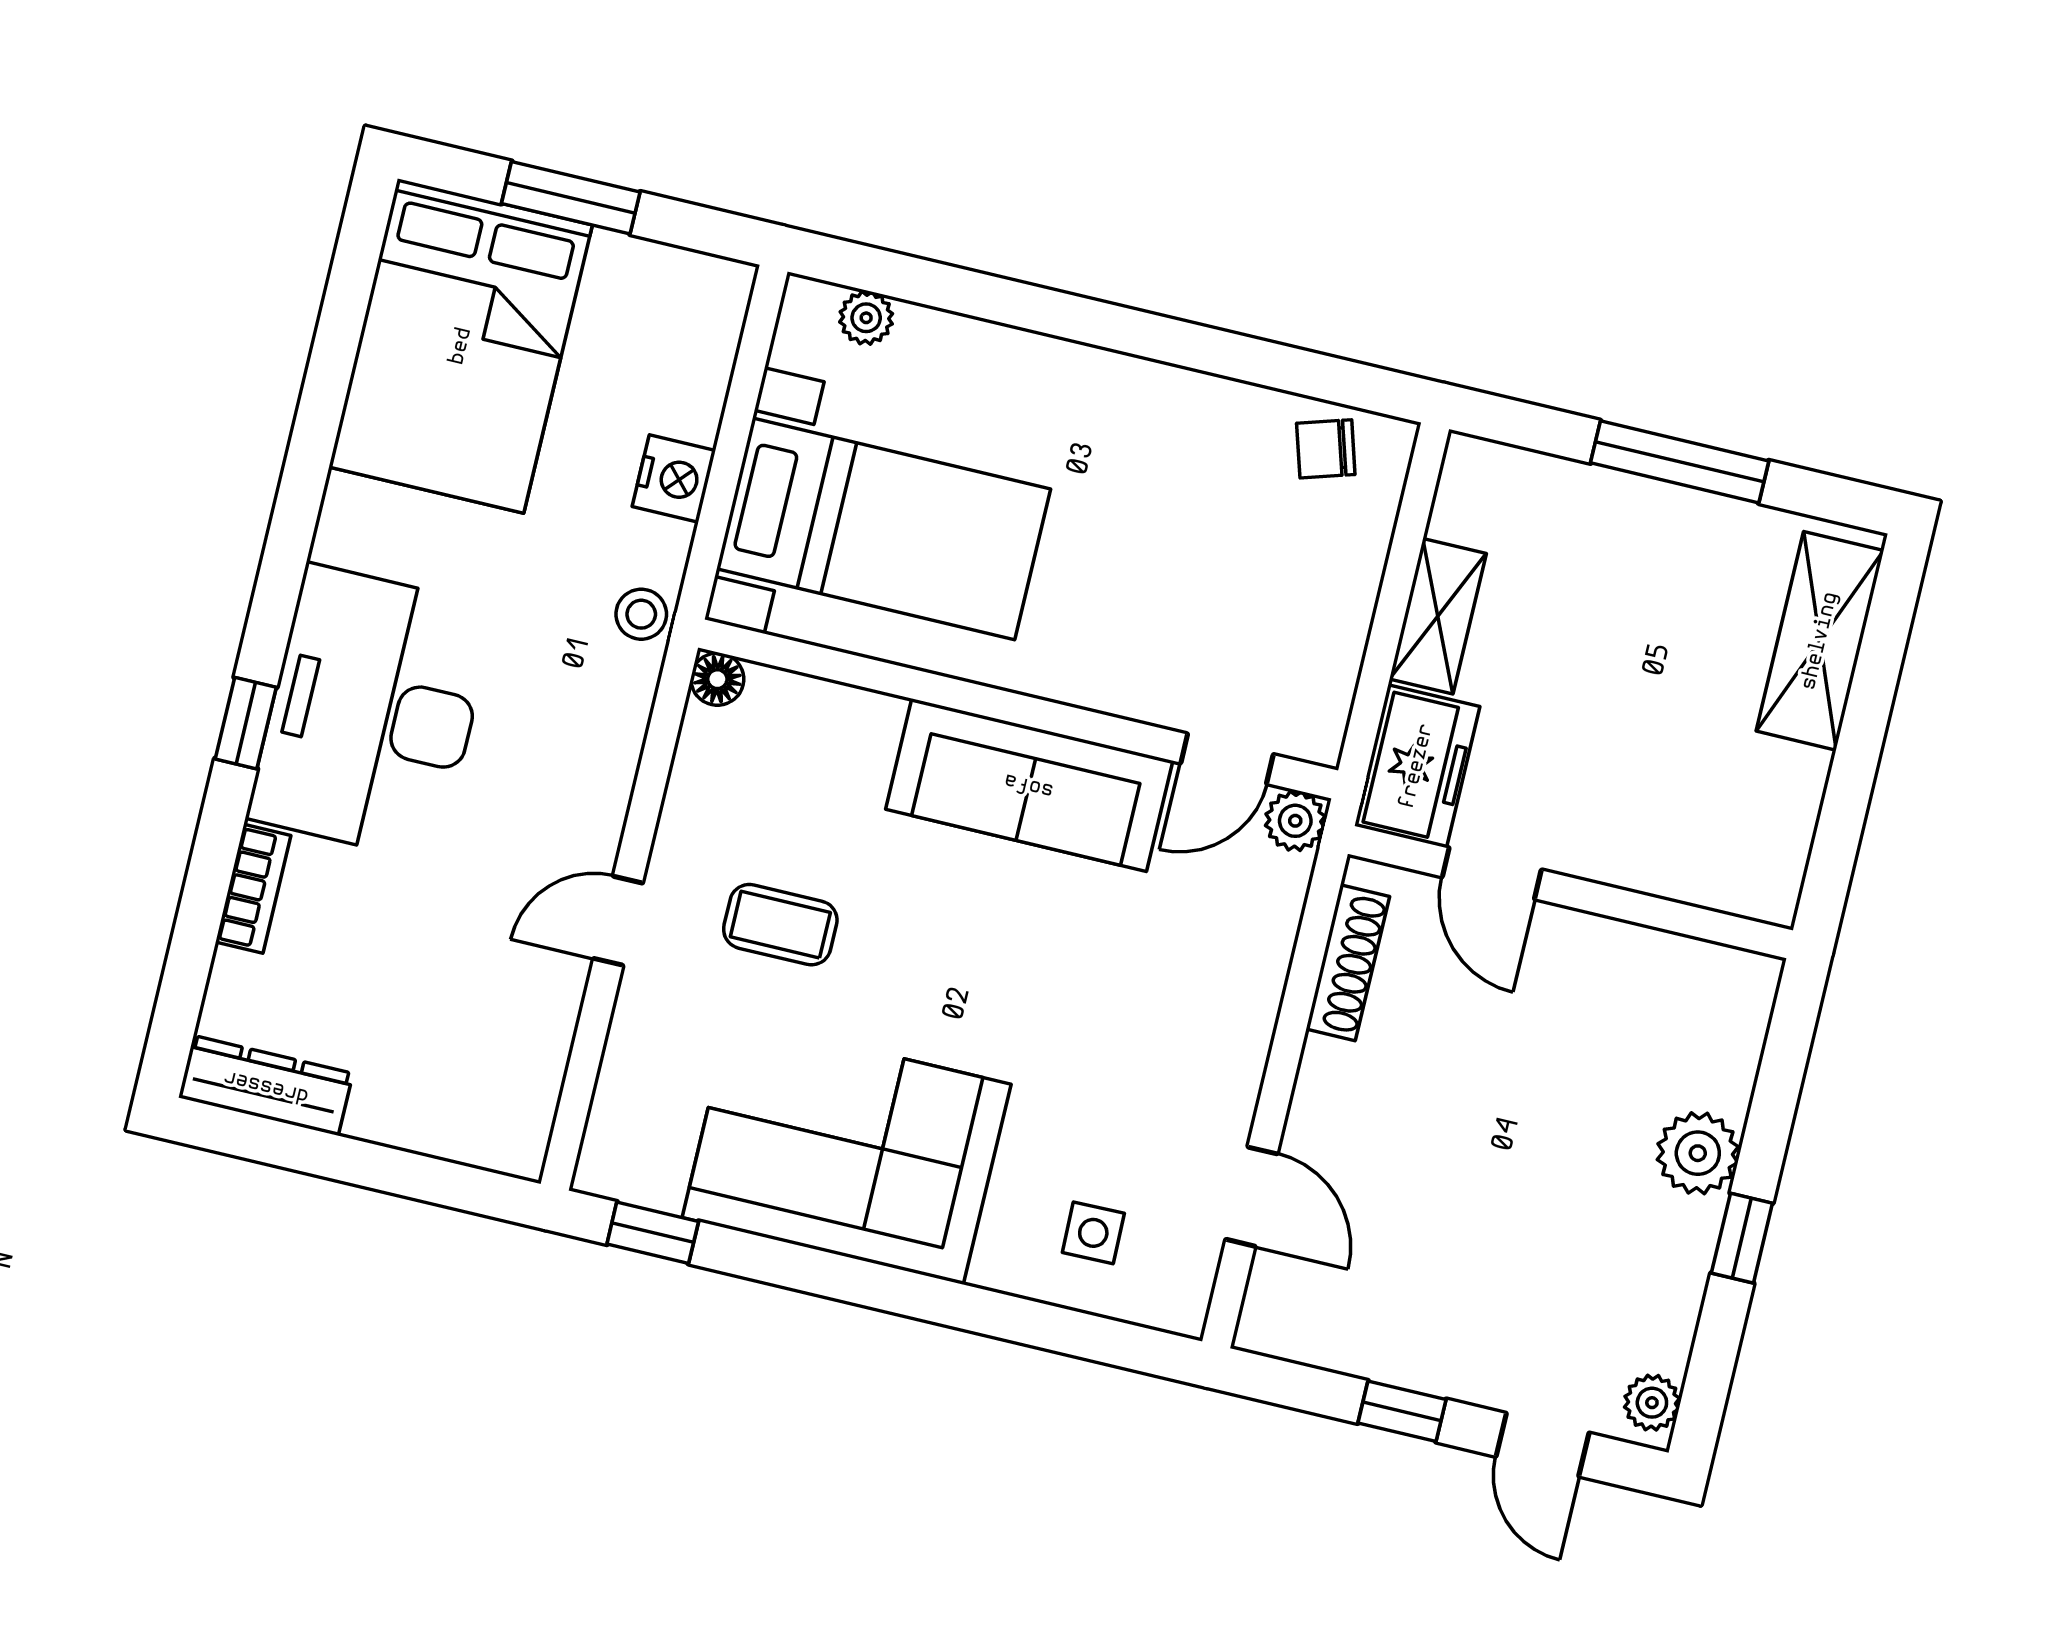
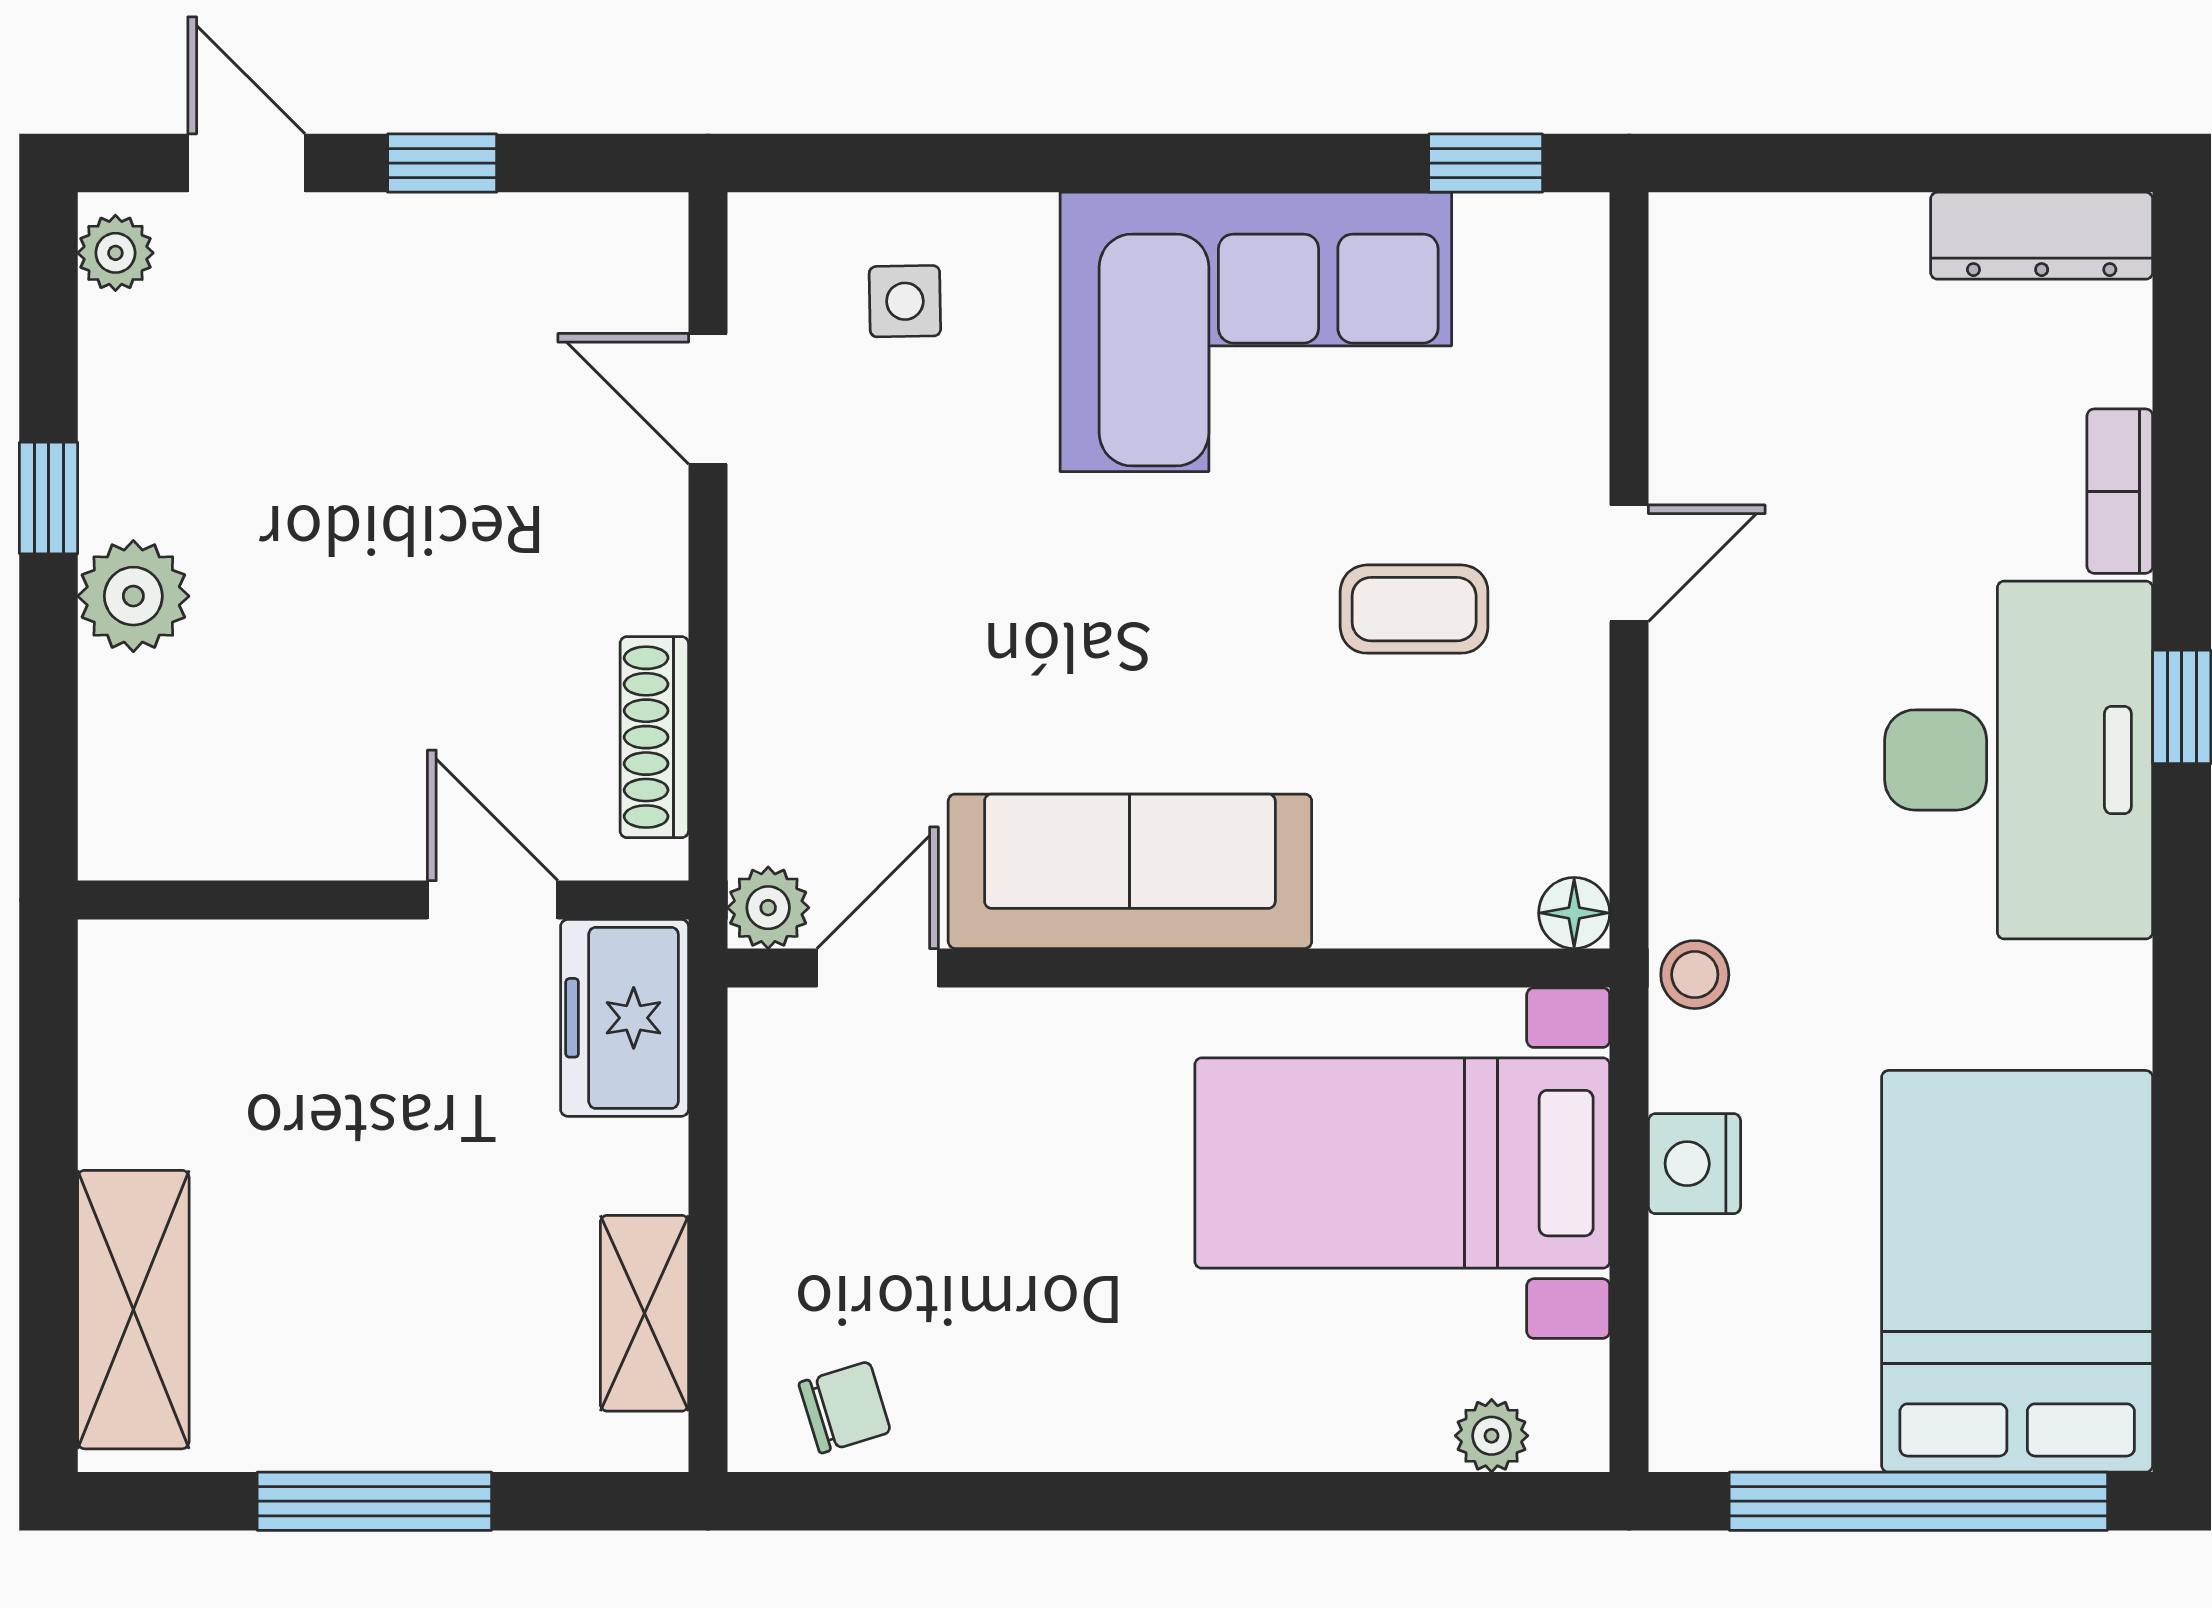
window: (571, 198) -> (1918, 1501), width x2.11
shelving: (1438, 616) -> (644, 1313), moved

